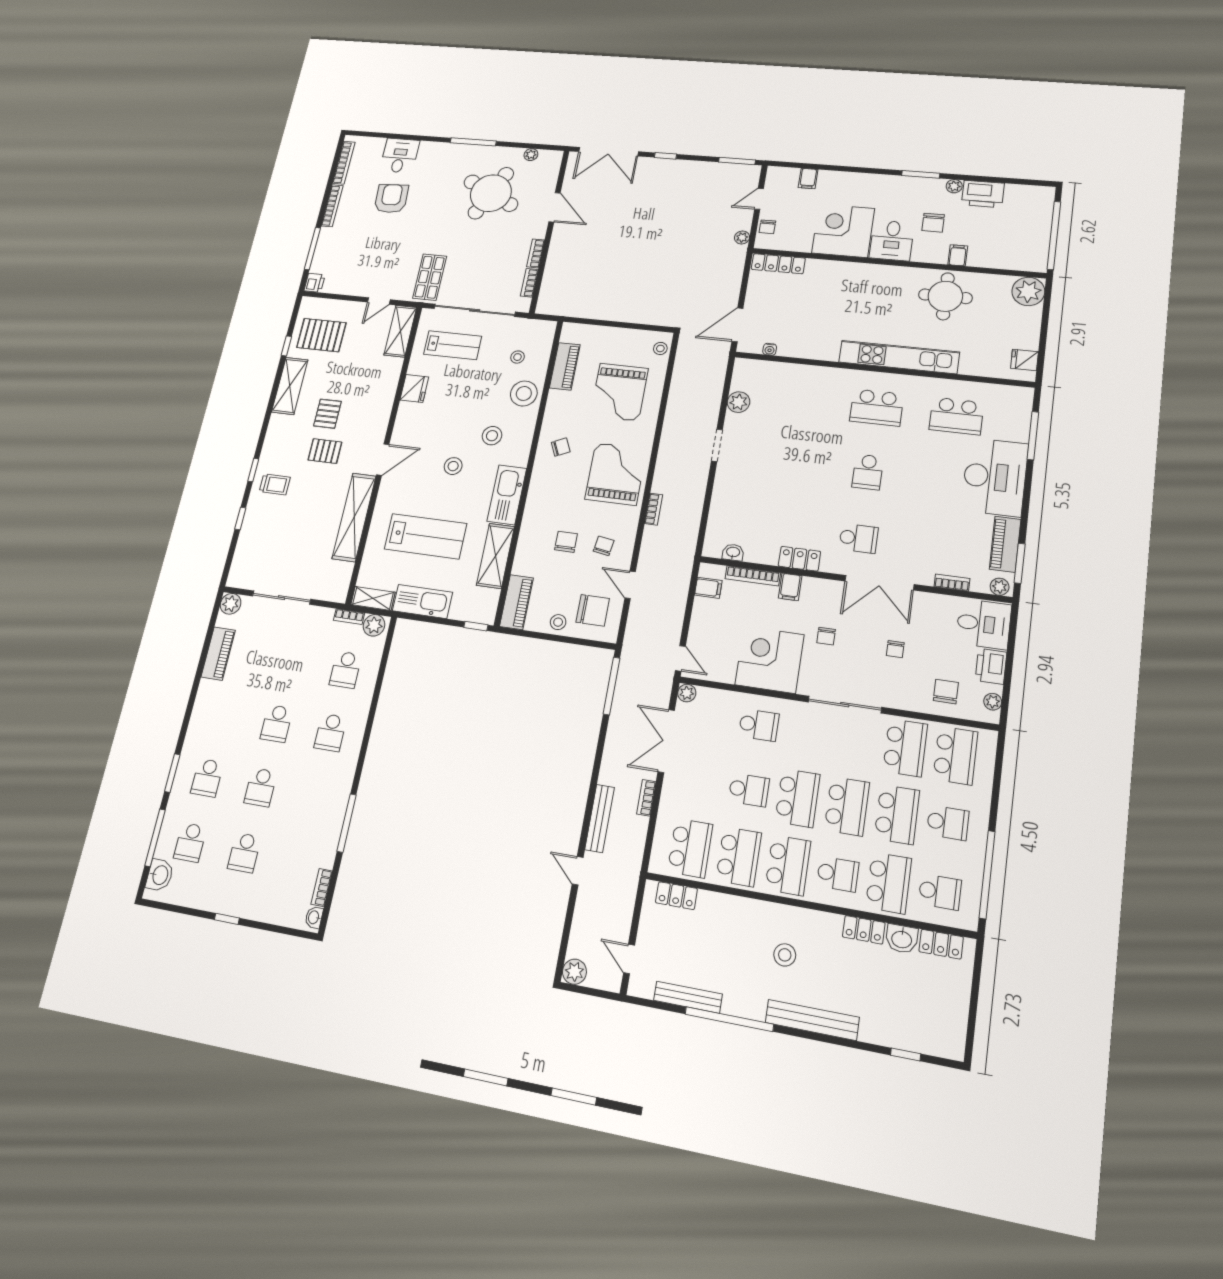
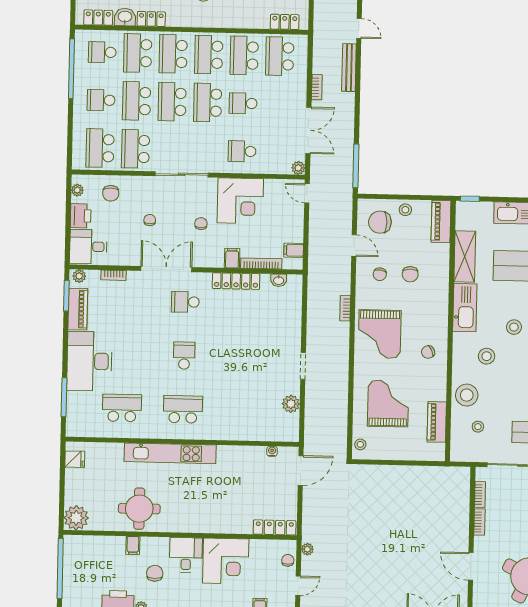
locker: (799, 559) -> (236, 281), width x1.53
school desk: (838, 874) -> (173, 54), width x1.85

